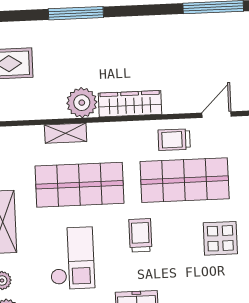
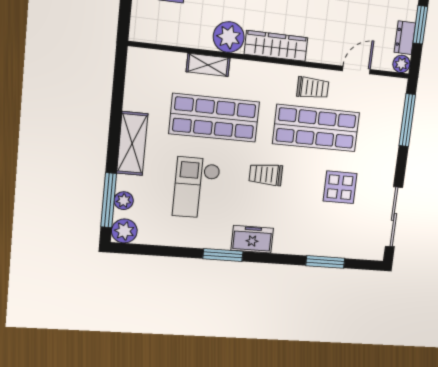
trolley: (174, 140) -> (313, 88), turned 180
trolley: (140, 235) -> (266, 175), turned -90
checkout: (72, 258) -> (196, 188), turned 180

